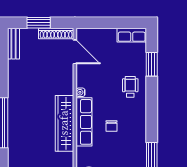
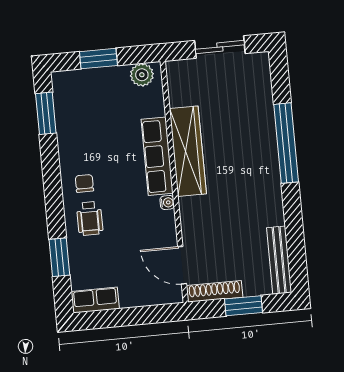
bench: (13, 44) -> (279, 260), width x1.36
chair: (112, 126) -> (84, 183), moved

